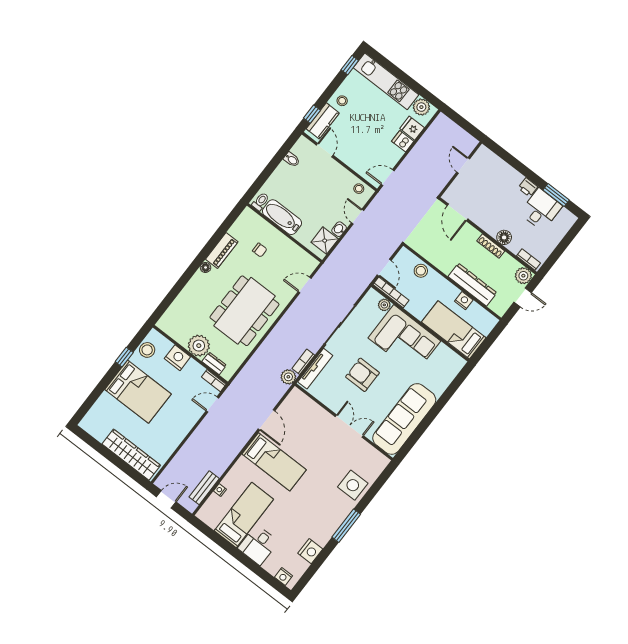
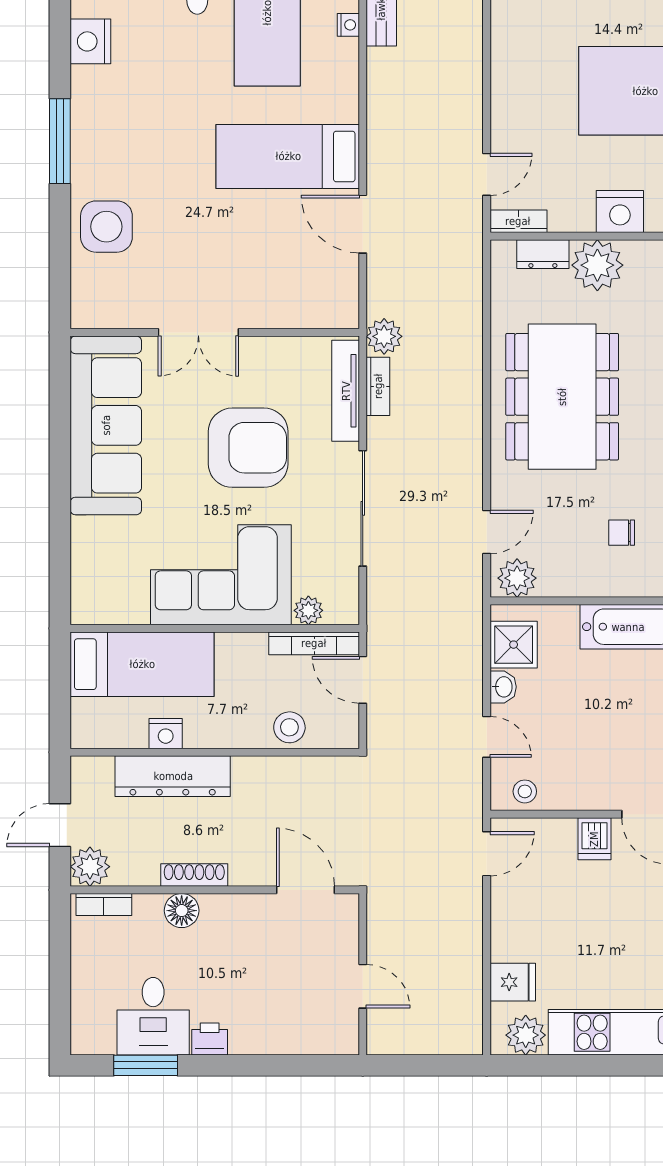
dishwasher: (403, 141) -> (594, 839), moved, turned 90
plant: (306, 262) -> (517, 578), added
armchair: (362, 375) -> (248, 448), width x1.36, depth x1.36

